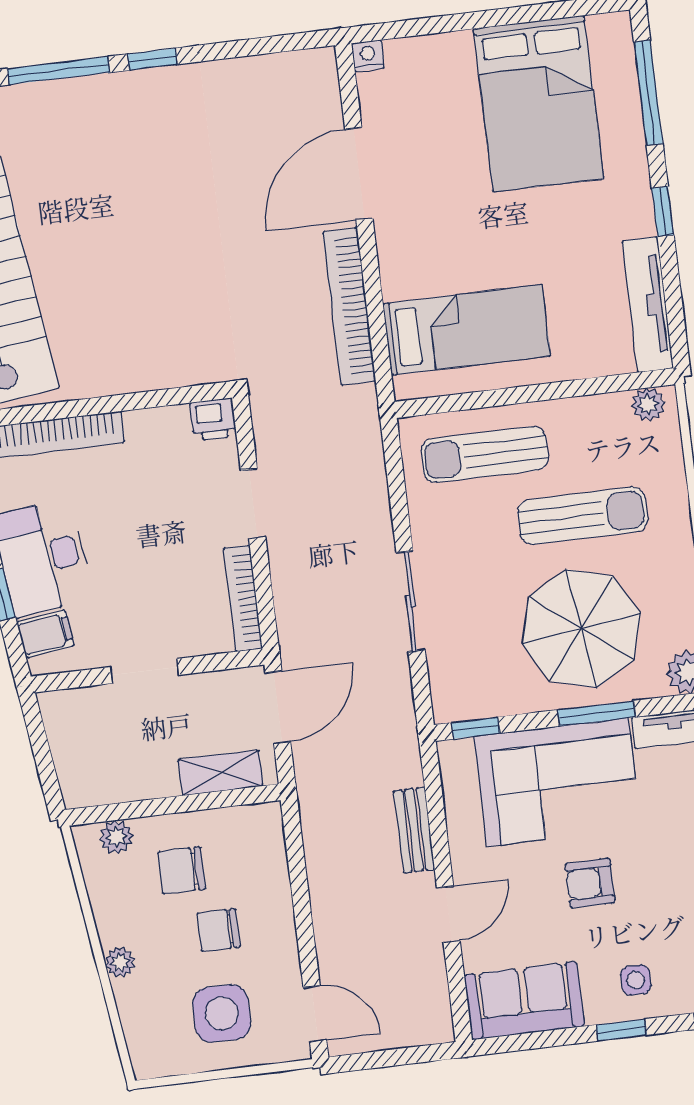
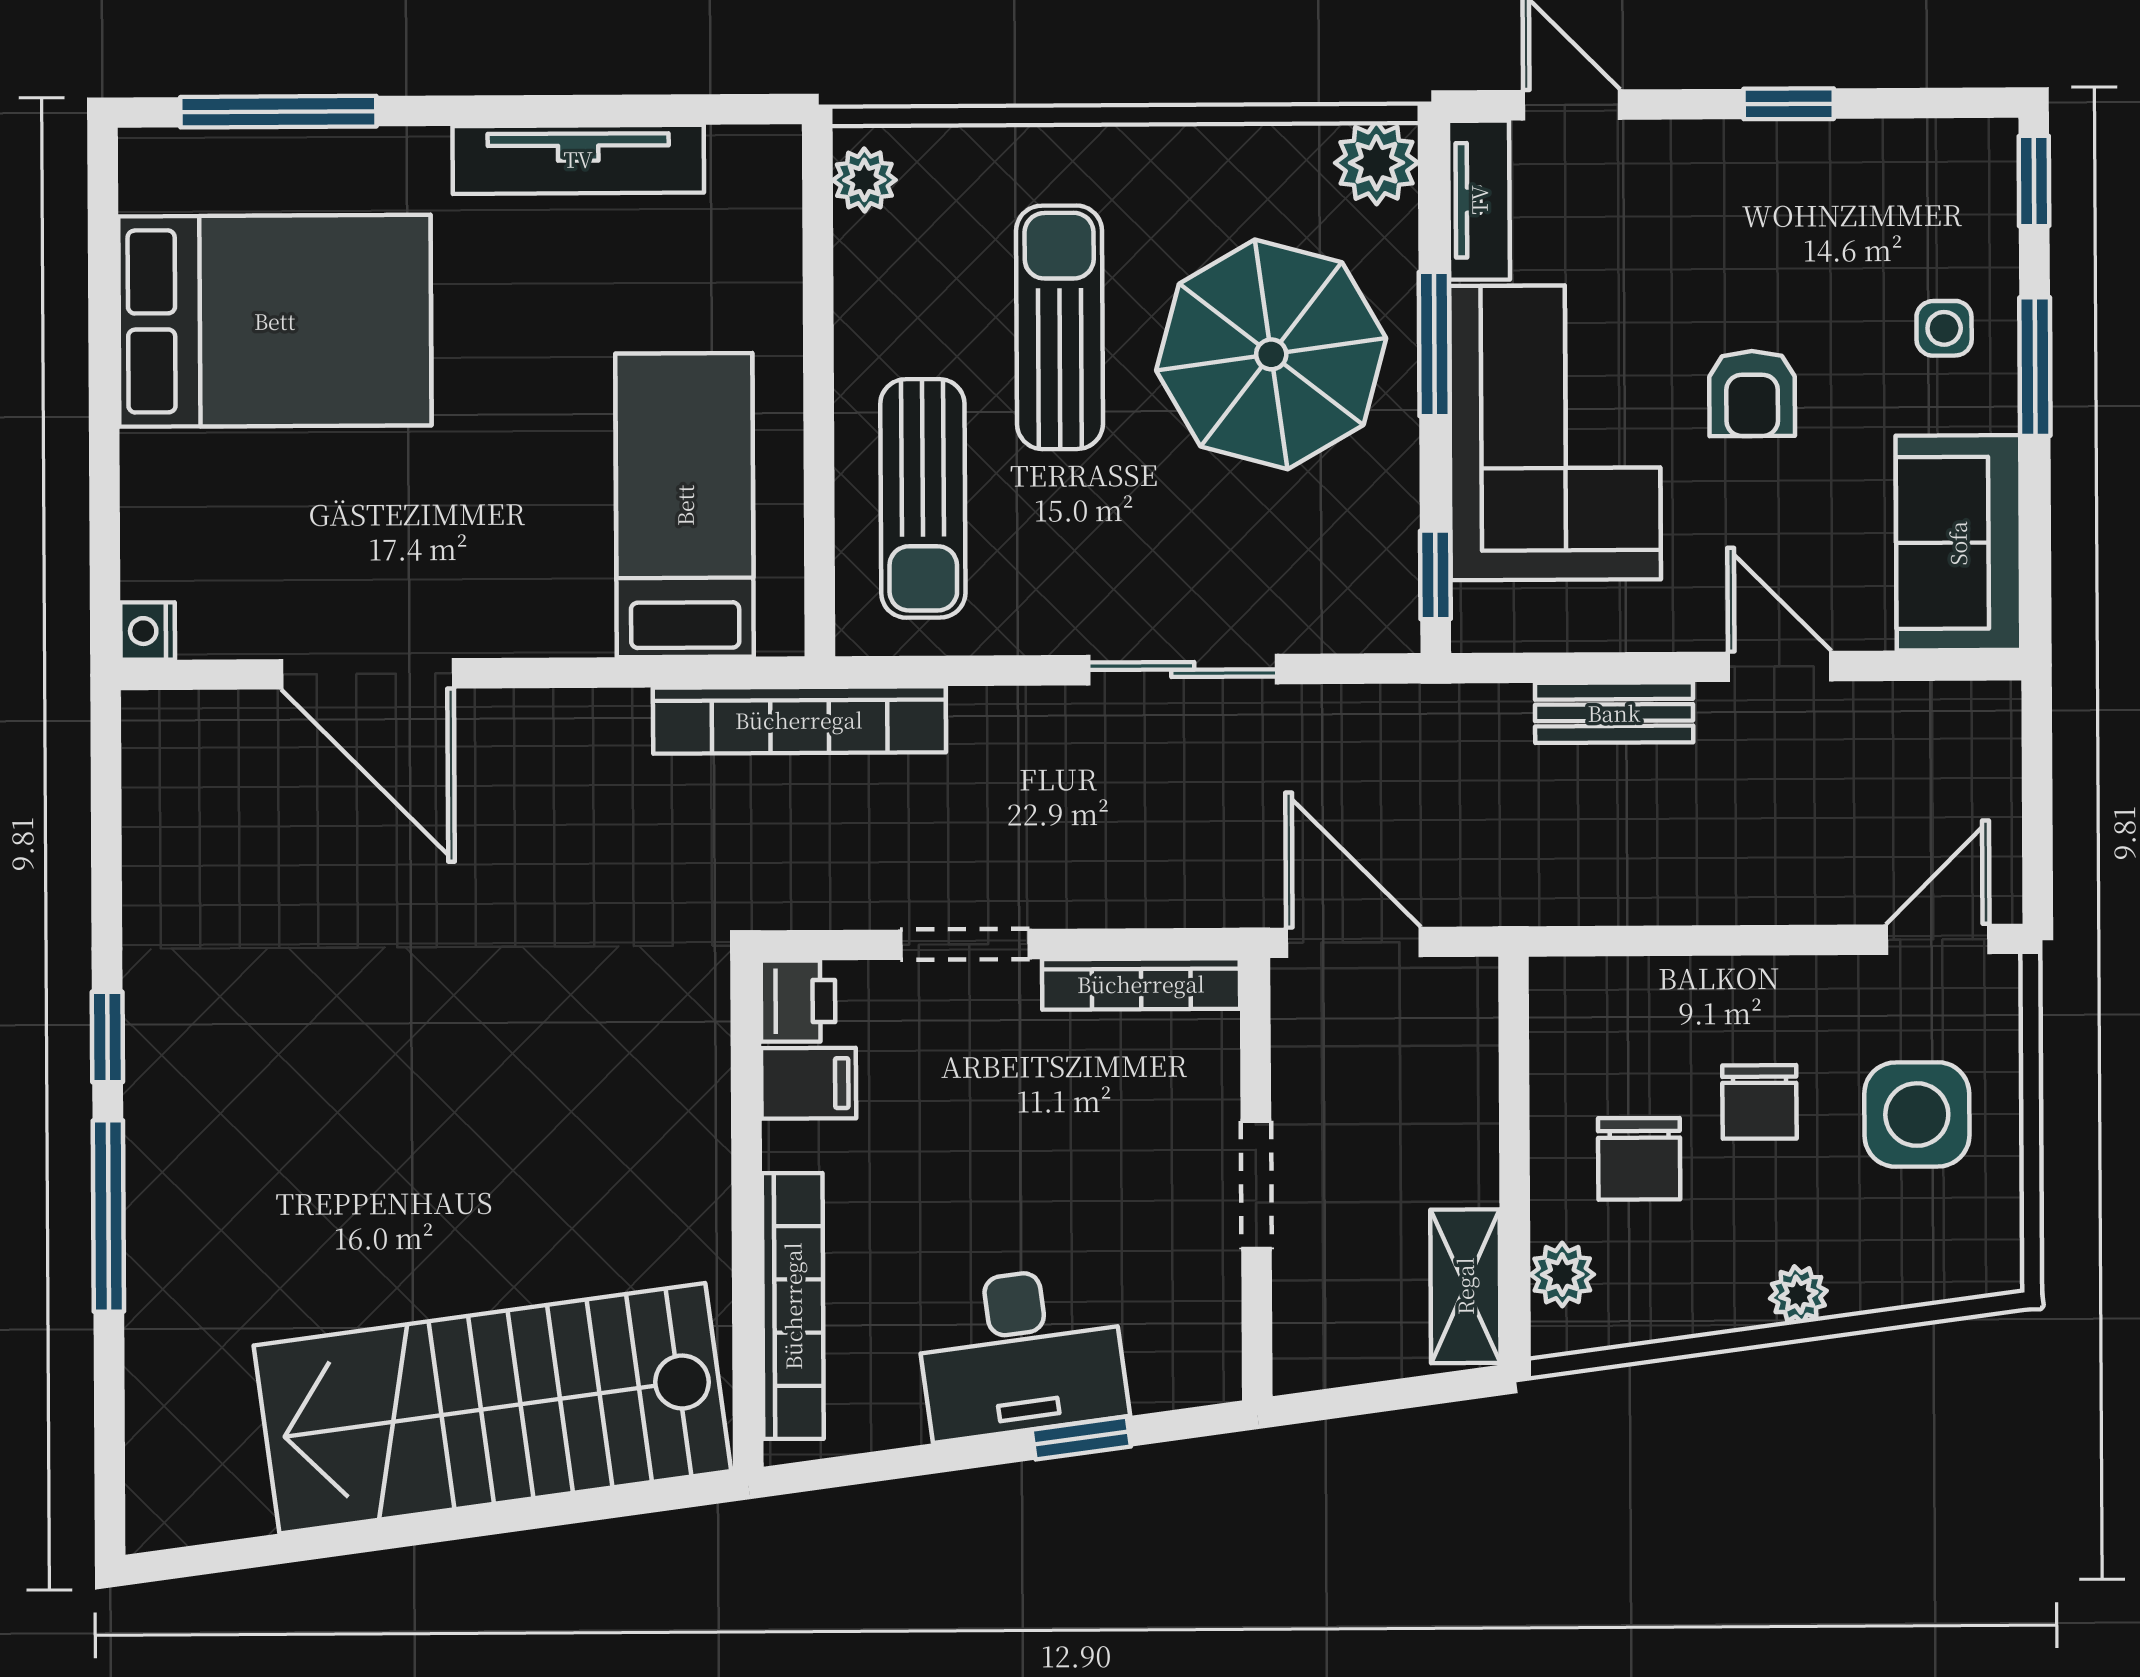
window: (663, 212) -> (505, 111), removed
tv unit: (648, 305) -> (578, 159), moved
bookcase: (349, 306) -> (799, 720), moved
filing cabinet: (45, 634) -> (809, 1083), moved, turned 98
shelving: (221, 773) -> (1465, 1286), moved
window: (621, 1030) -> (2035, 367), width x1.50

